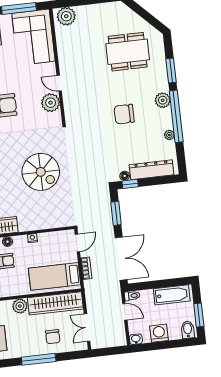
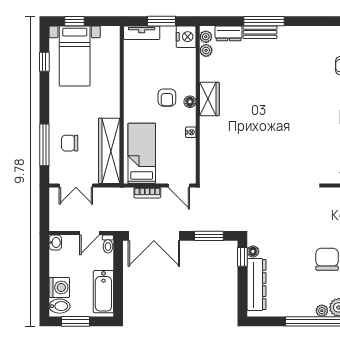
plant: (169, 135) -> (322, 311), moved
spiral stairs: (41, 172) -> (269, 151), removed
plant: (20, 306) -> (111, 108), removed
double door: (87, 328) -> (76, 186), swing flipped
washing machine: (159, 333) -> (59, 287), moved
window: (39, 359) -> (44, 145), moved

